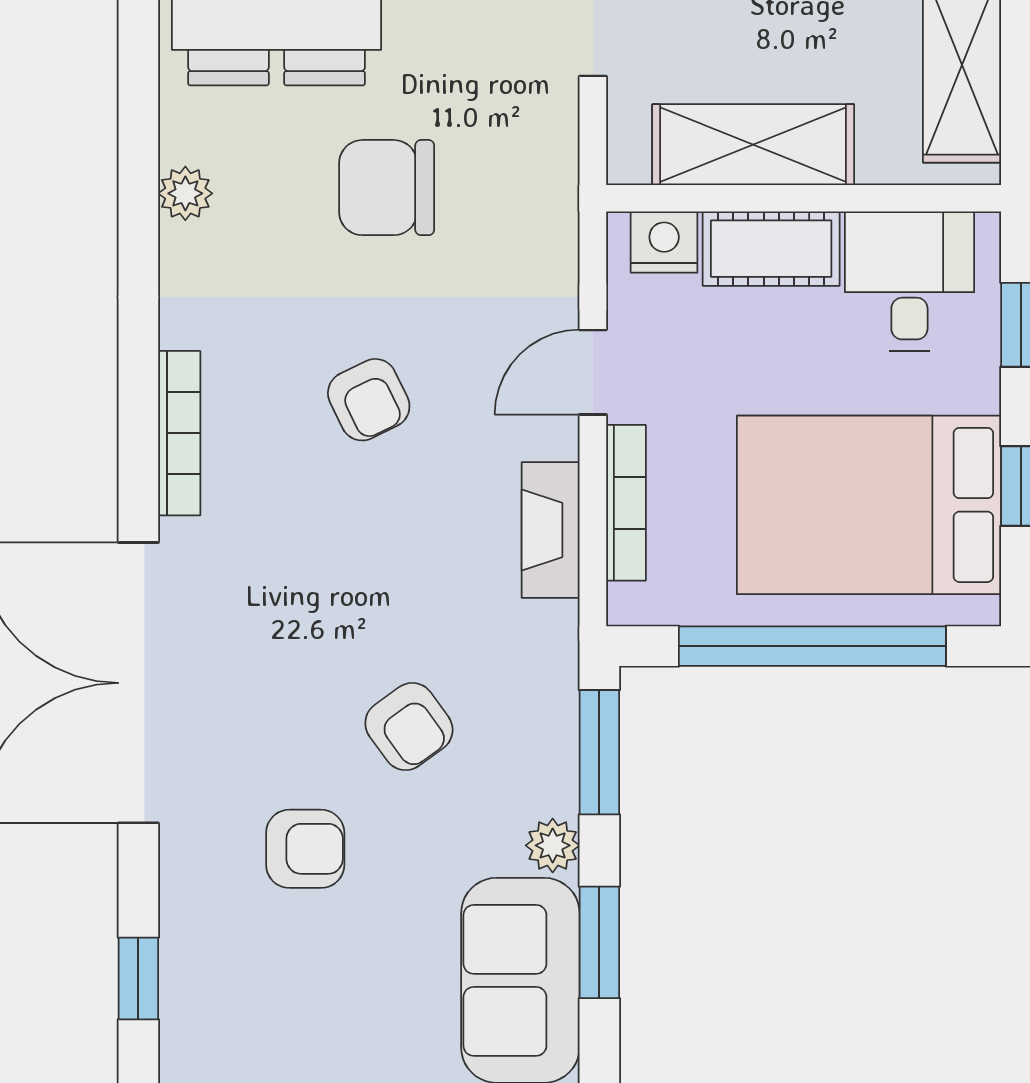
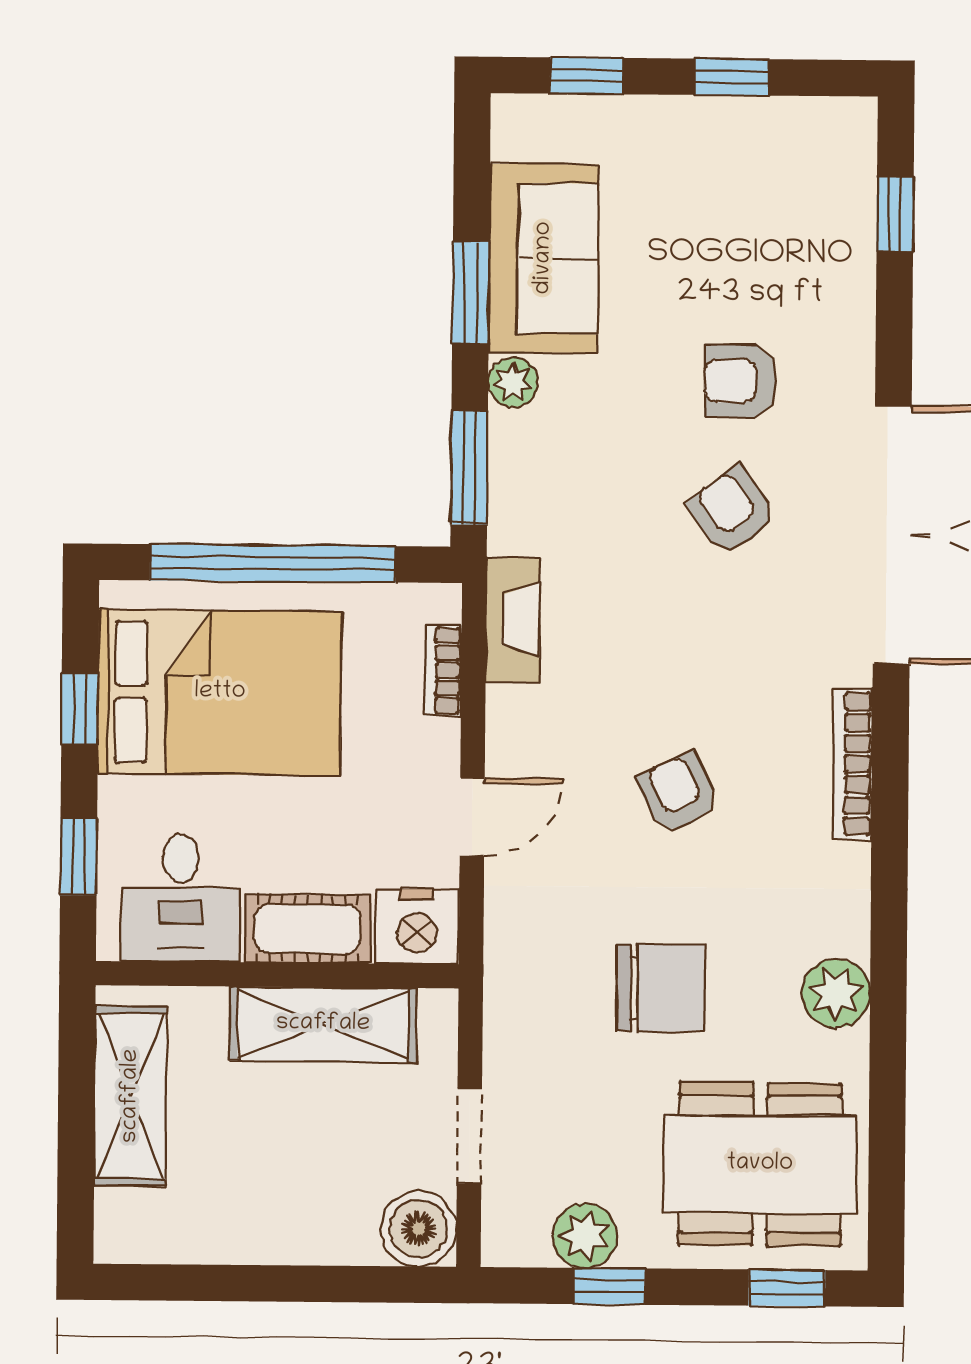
plant: (185, 193) -> (836, 993), width x1.38, depth x1.38
nightstand: (664, 242) -> (417, 927), width x1.36, depth x1.33
bookcase: (626, 503) -> (443, 671), width x0.64
fireplace: (551, 530) -> (513, 620), moved
armchair: (409, 727) -> (732, 511), moved
window: (138, 979) -> (895, 214), moved

